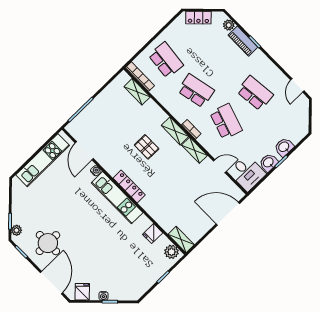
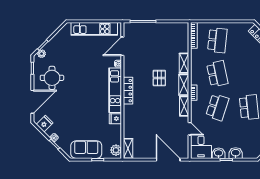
shelving: (137, 92) -> (184, 63), moved
fridge: (153, 234) -> (115, 119), moved
sofa: (144, 278) -> (86, 150), added

